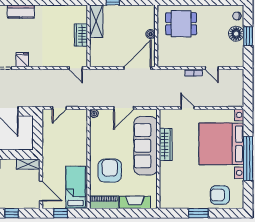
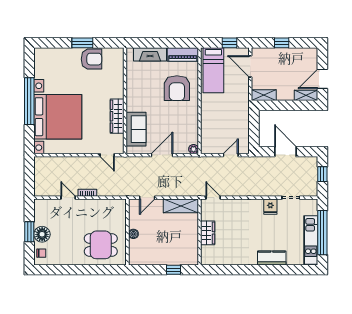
shelving: (96, 21) -> (181, 206), moved, turned 90
door: (138, 68) -> (147, 198), width x0.53
door: (187, 108) -> (107, 155), moved
sofa: (146, 146) -> (136, 129), width x0.54, depth x0.79
armchair: (220, 195) -> (91, 59), moved

